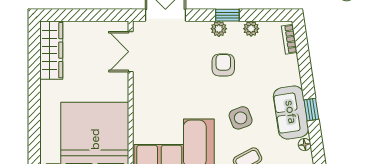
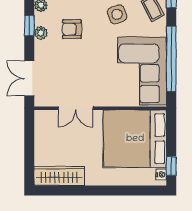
double door: (131, 52) -> (76, 108), moved

